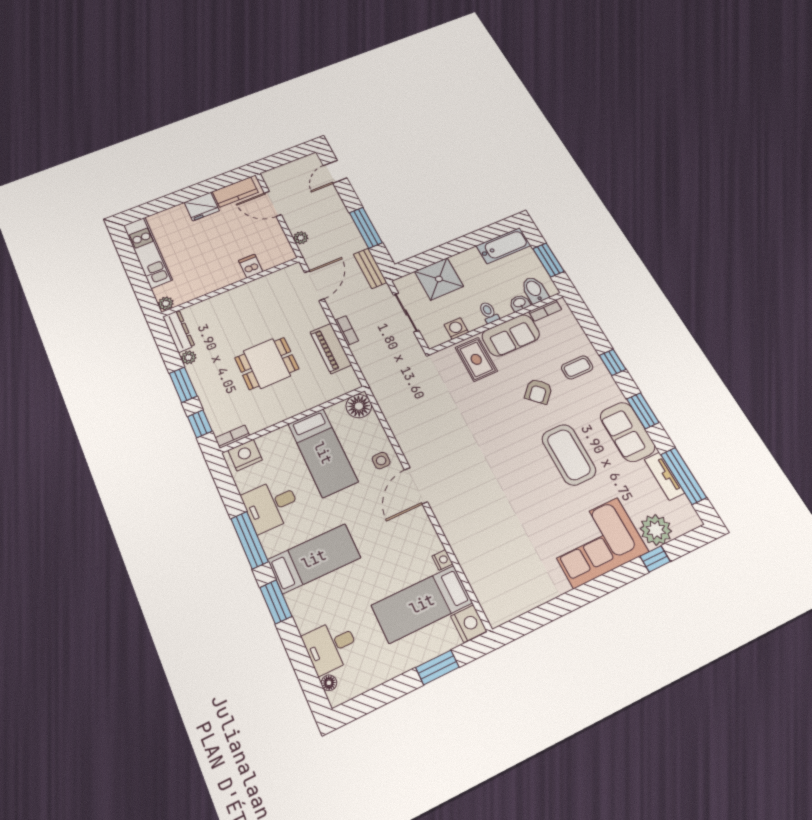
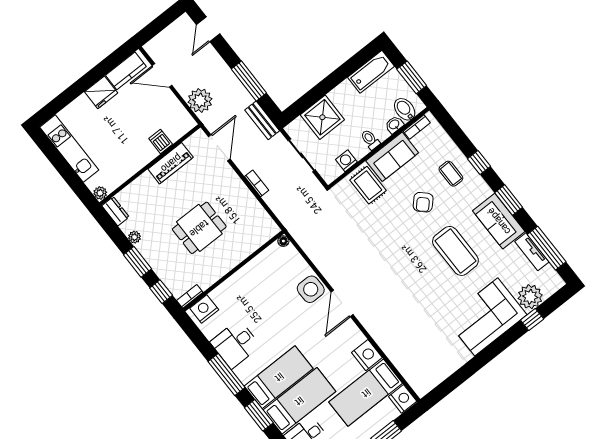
plant: (301, 238) -> (200, 100), width x1.87, depth x1.87
dresser: (179, 331) -> (115, 211), width x0.70
piano: (331, 348) -> (171, 163), moved, turned -90
coffee table: (577, 367) -> (451, 174), turned 90
floor lamp: (359, 406) -> (283, 241), width x0.53, depth x0.53
bed: (323, 453) -> (299, 401), moved, turned -90
side table: (381, 461) -> (311, 289), width x1.87, depth x1.87
nightstand: (442, 560) -> (367, 355), width x1.89, depth x1.79

